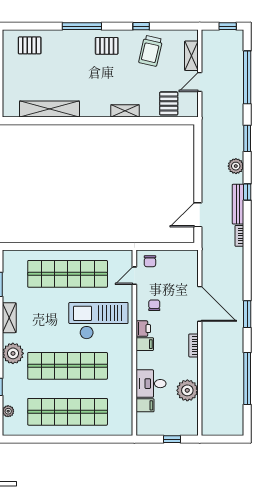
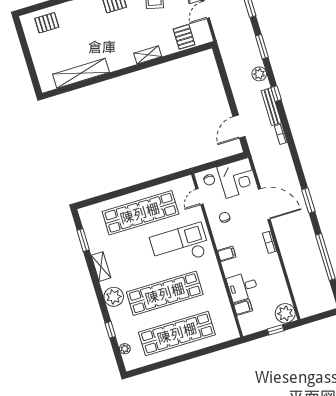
corner desk: (180, 268) -> (237, 178), added
printer: (143, 329) -> (221, 241), removed
plant: (187, 390) -> (285, 313), moved

